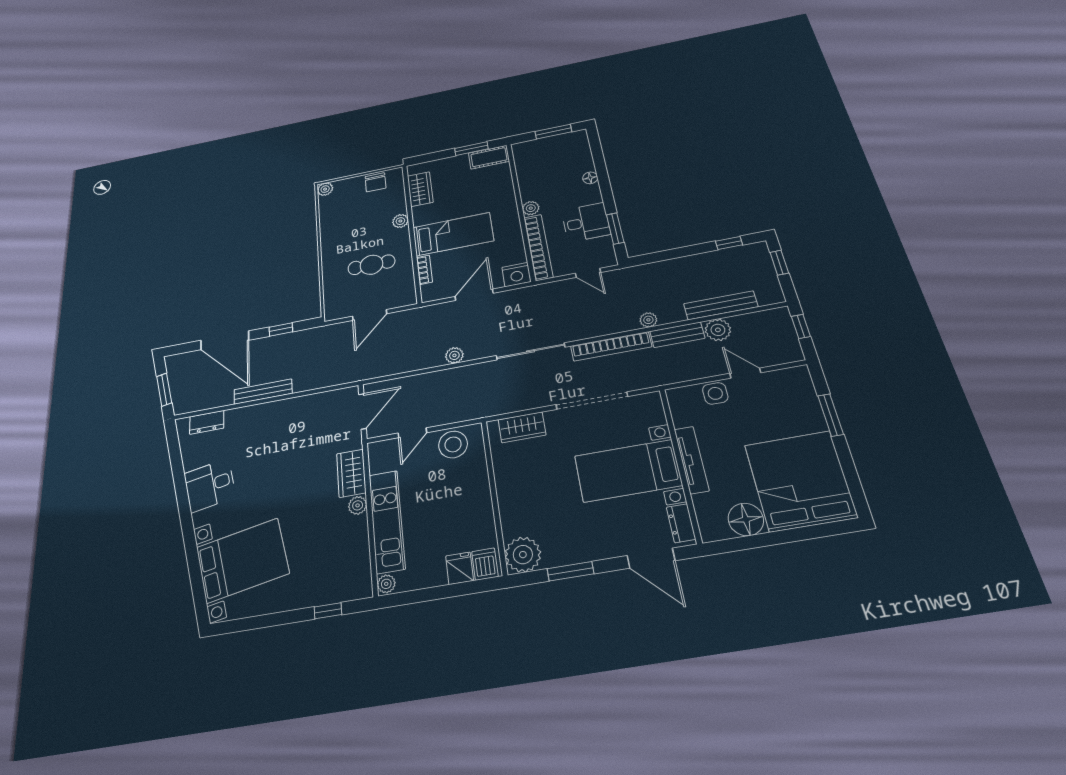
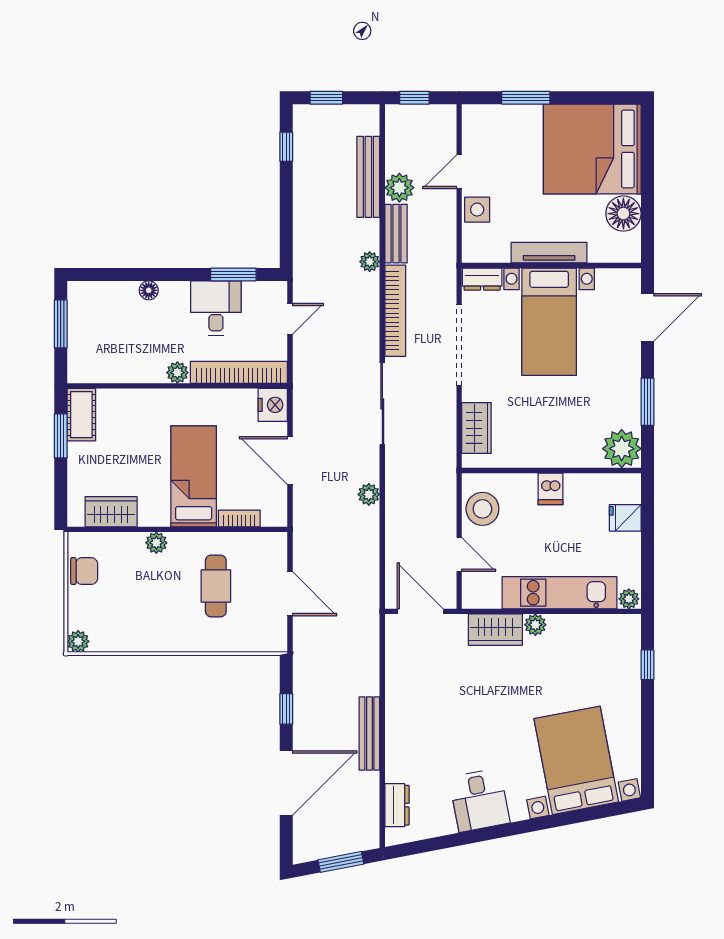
dresser: (681, 523) -> (482, 279), moved
dishwasher: (485, 564) -> (551, 489), moved, turned -90

